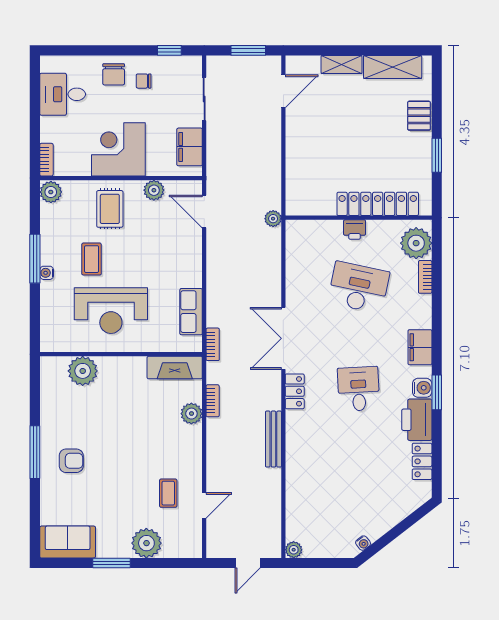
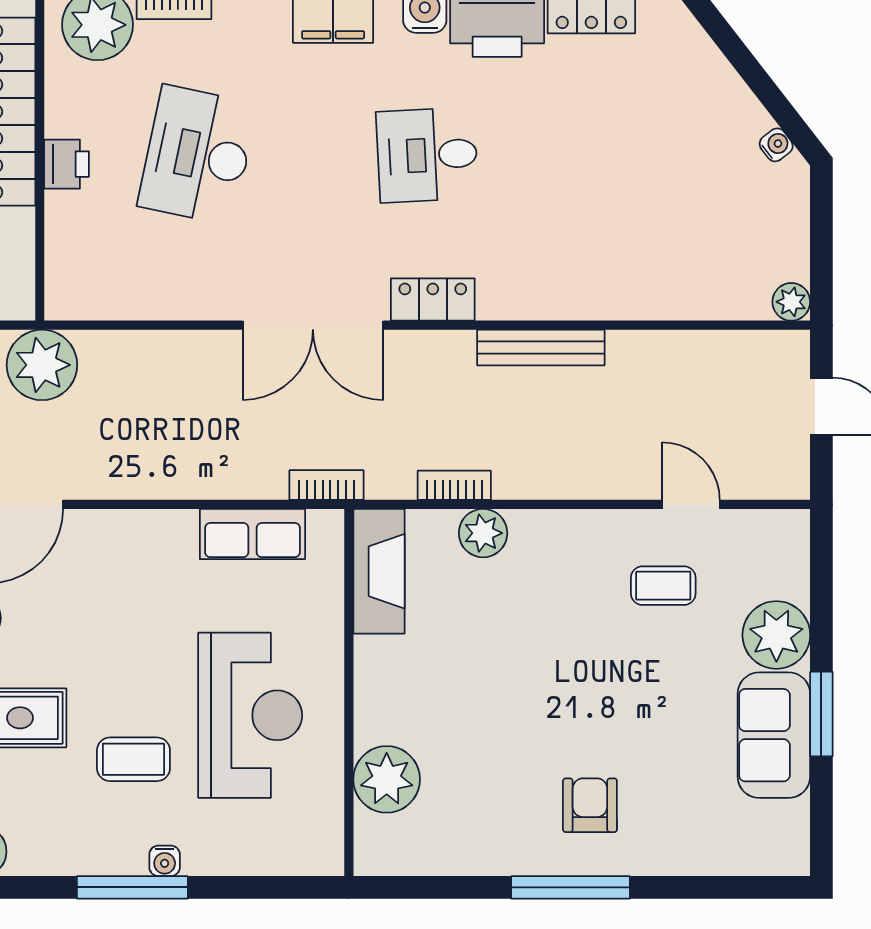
plant: (273, 219) -> (42, 365), width x1.87, depth x1.87
sofa: (68, 542) -> (774, 735), moved

